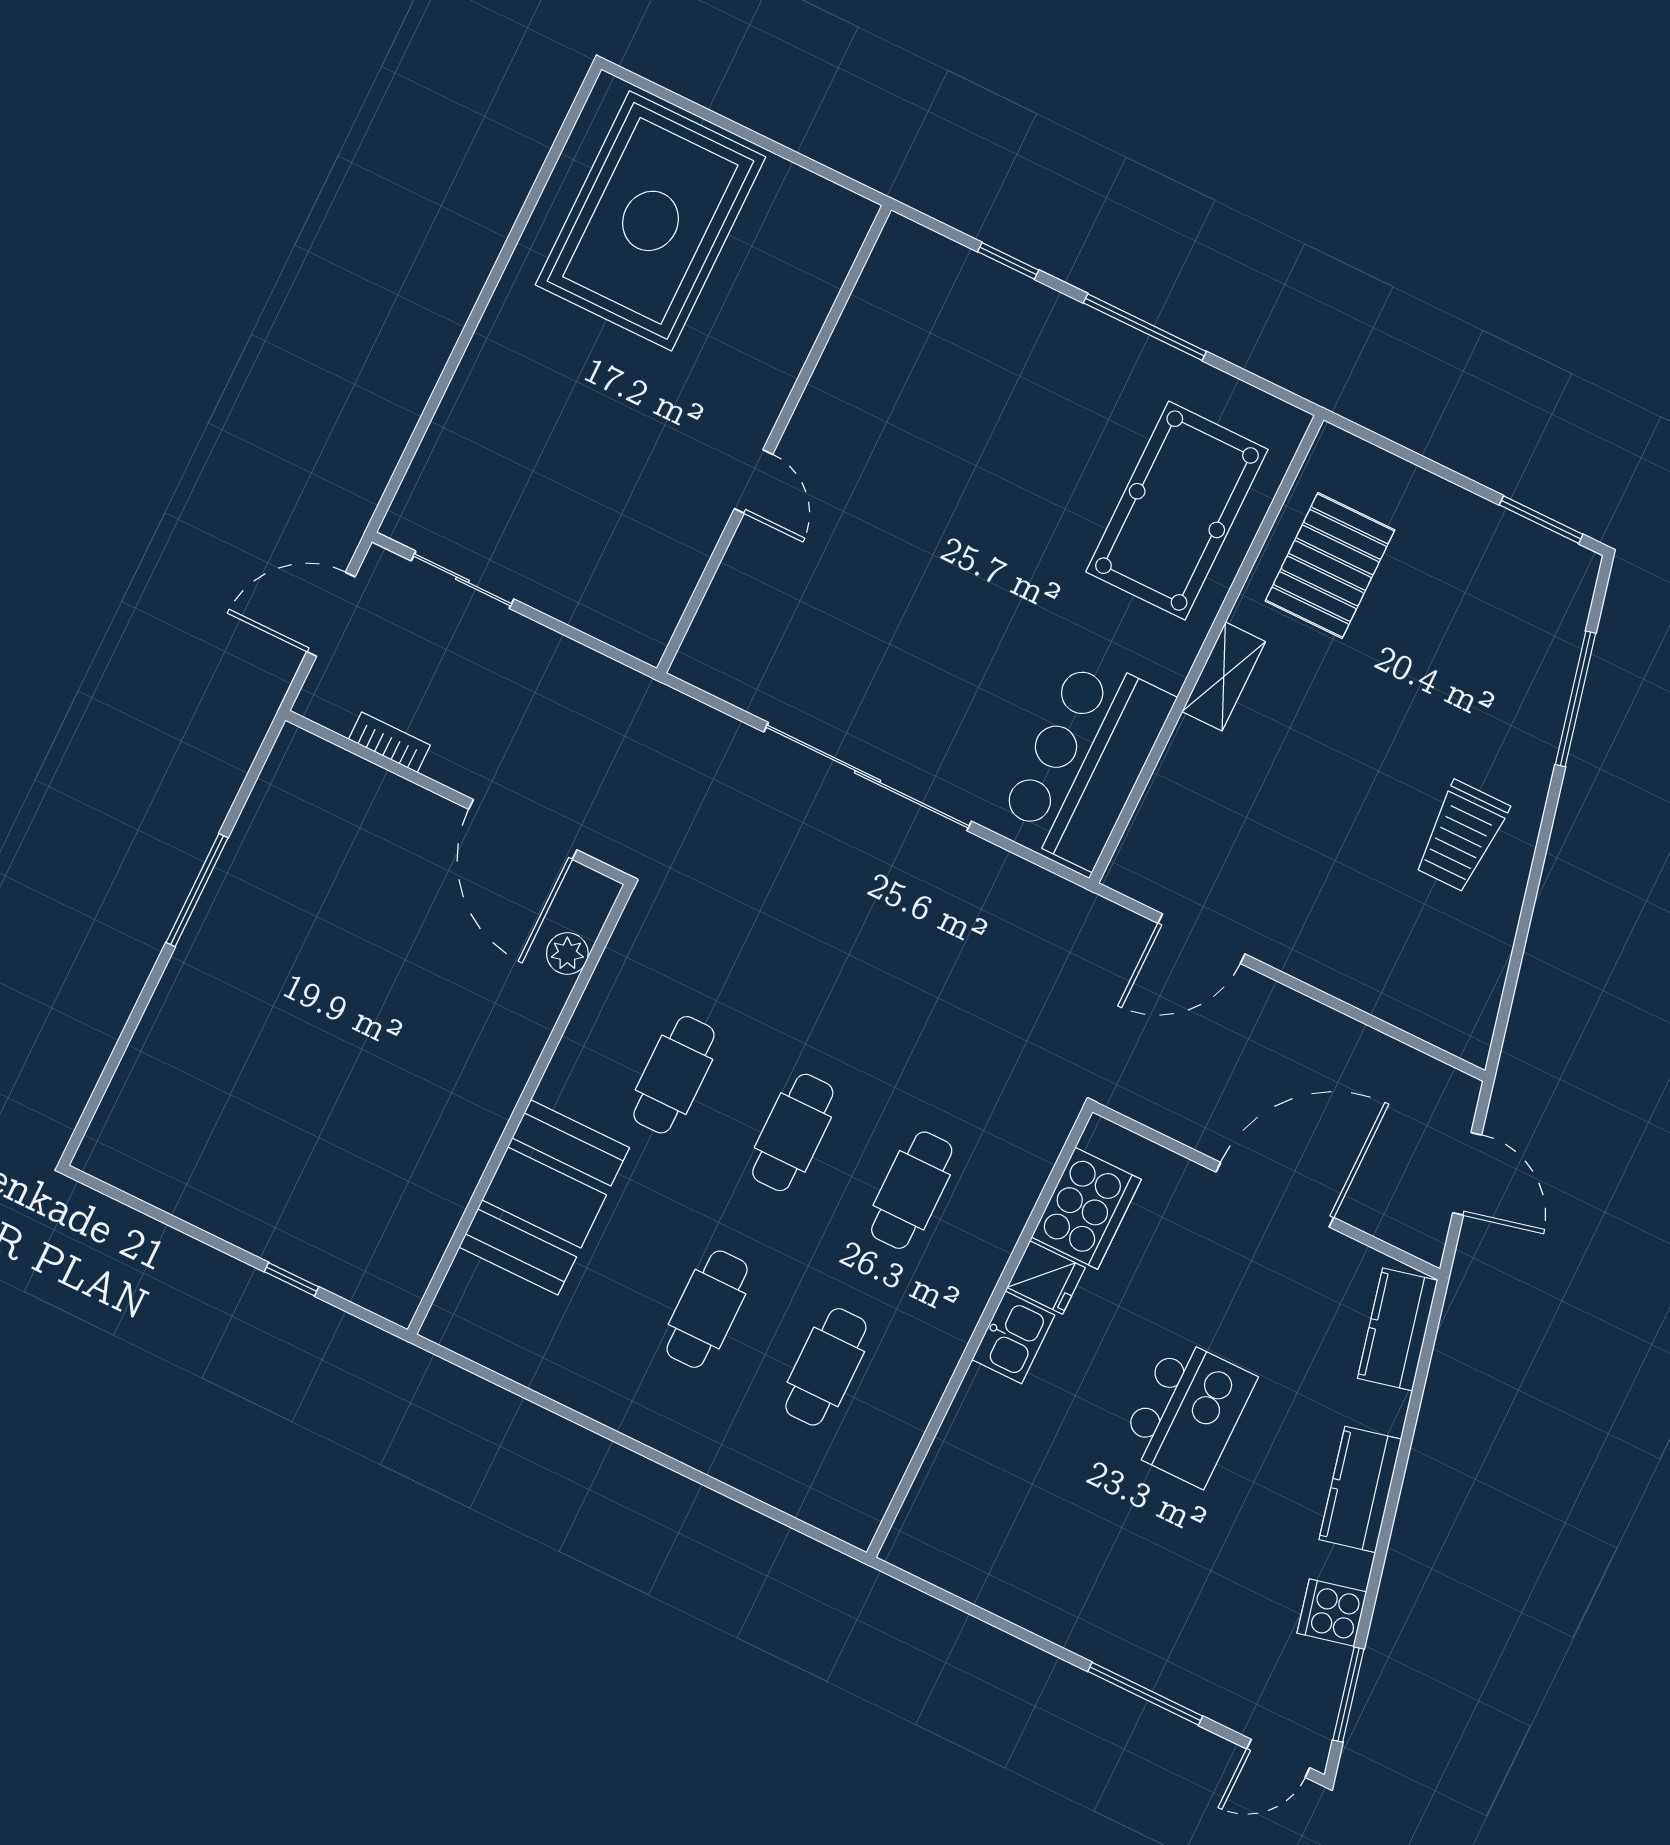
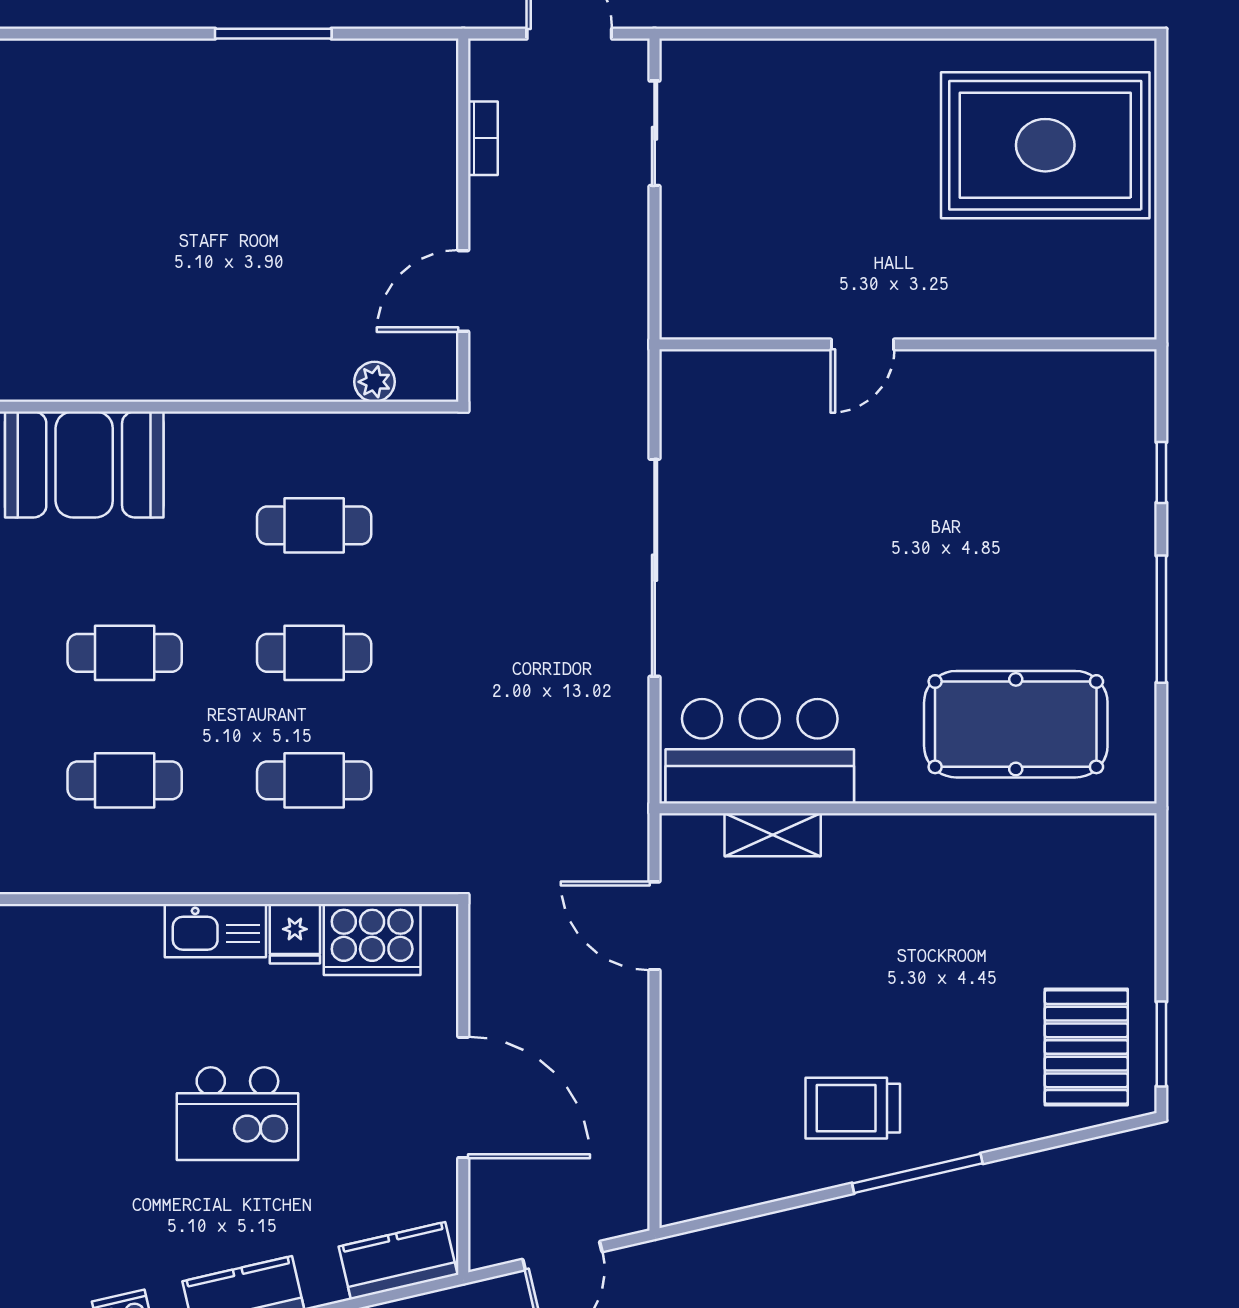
pallet: (1330, 565) -> (1086, 1047), moved, turned 90
shelving: (1224, 677) -> (773, 835), moved
window: (1575, 699) -> (917, 1173), moved
door: (523, 830) -> (463, 291), width x0.73
booth: (544, 1197) -> (84, 464), moved
kitchen sink: (1013, 1337) -> (215, 931), width x1.38

